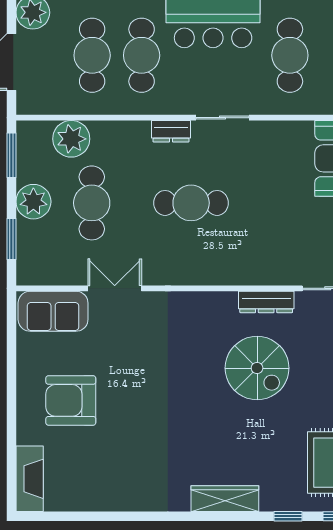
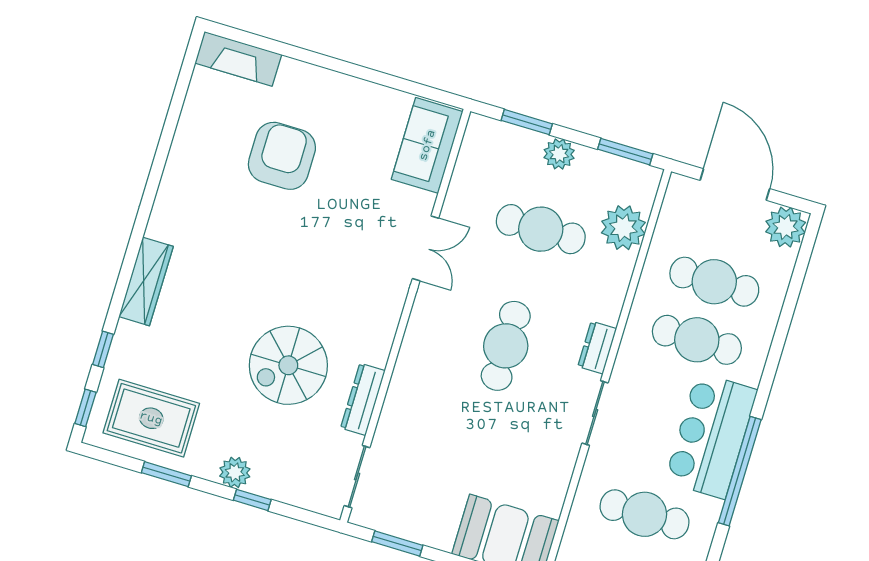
plant: (33, 202) -> (559, 154), width x0.73, depth x0.73
double door: (115, 288) -> (426, 248), moved
armchair: (71, 400) -> (282, 156), moved

